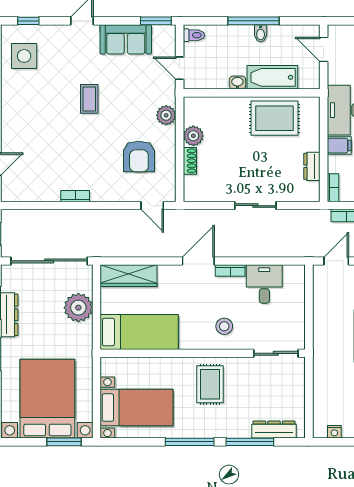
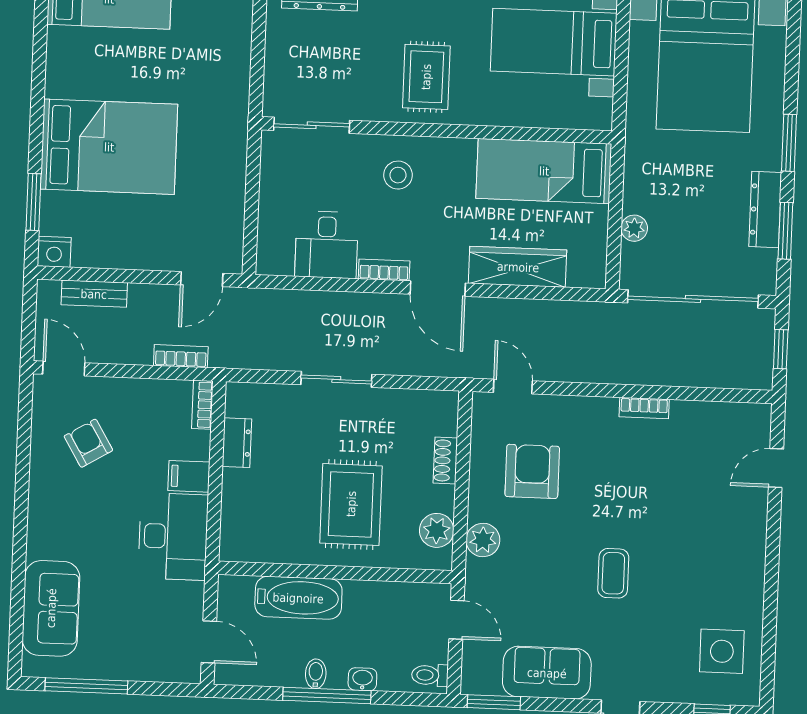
washbasin: (237, 83) -> (362, 679), moved, turned 180
rug: (275, 118) -> (351, 504), moved, turned 90
plant: (193, 136) -> (437, 530), moved
door: (198, 261) -> (438, 289), hinge flipped
wardrobe: (129, 276) -> (518, 267), moved
plant: (78, 308) -> (634, 228), width x0.53, depth x0.53

